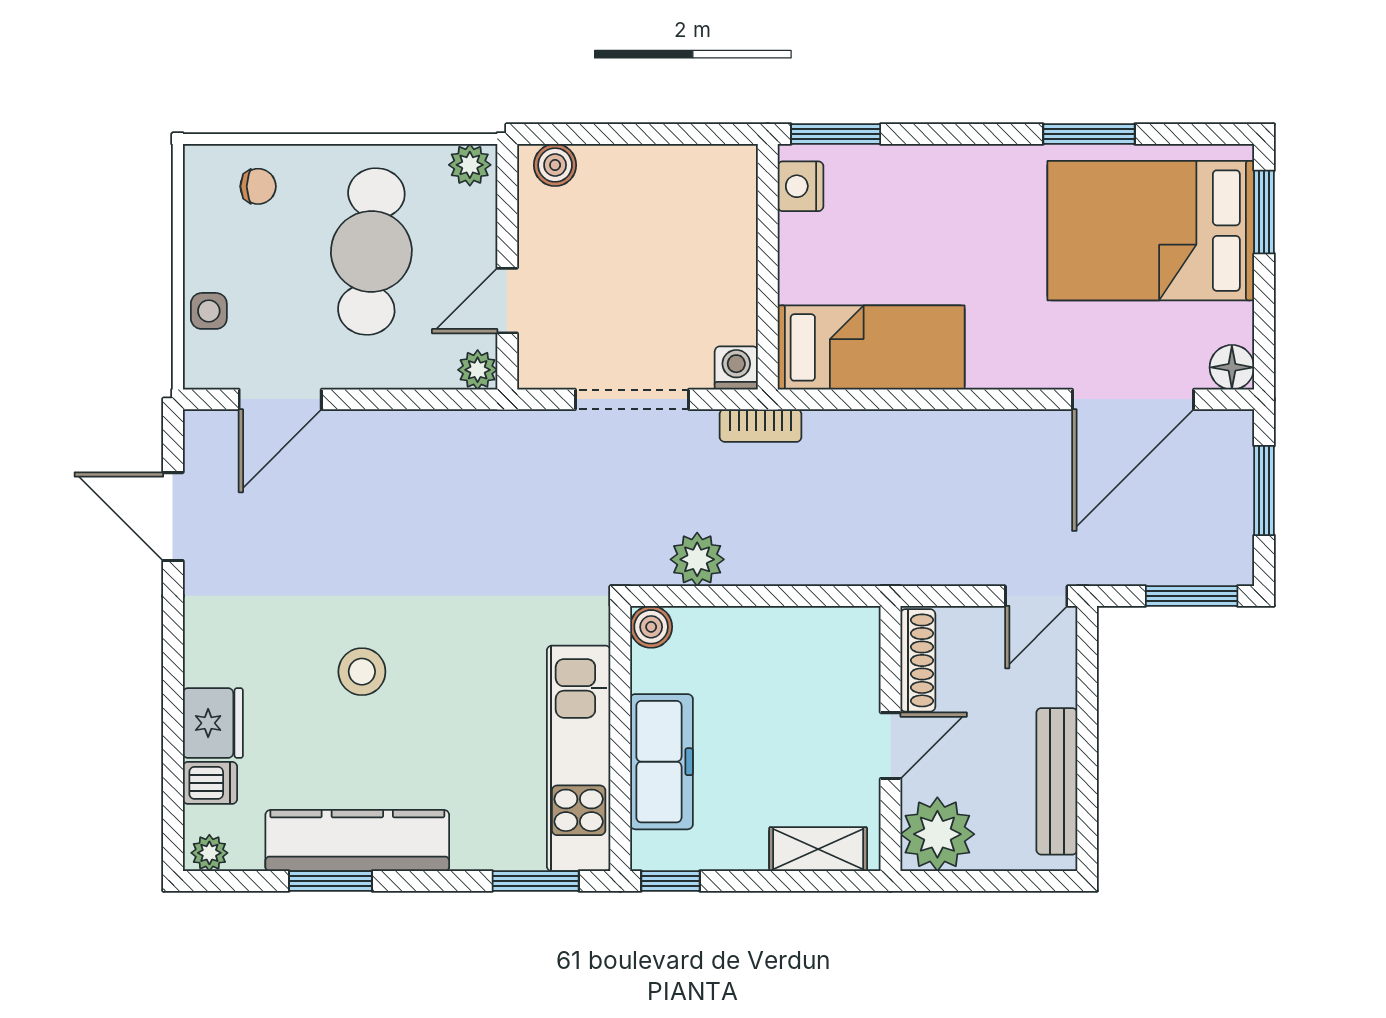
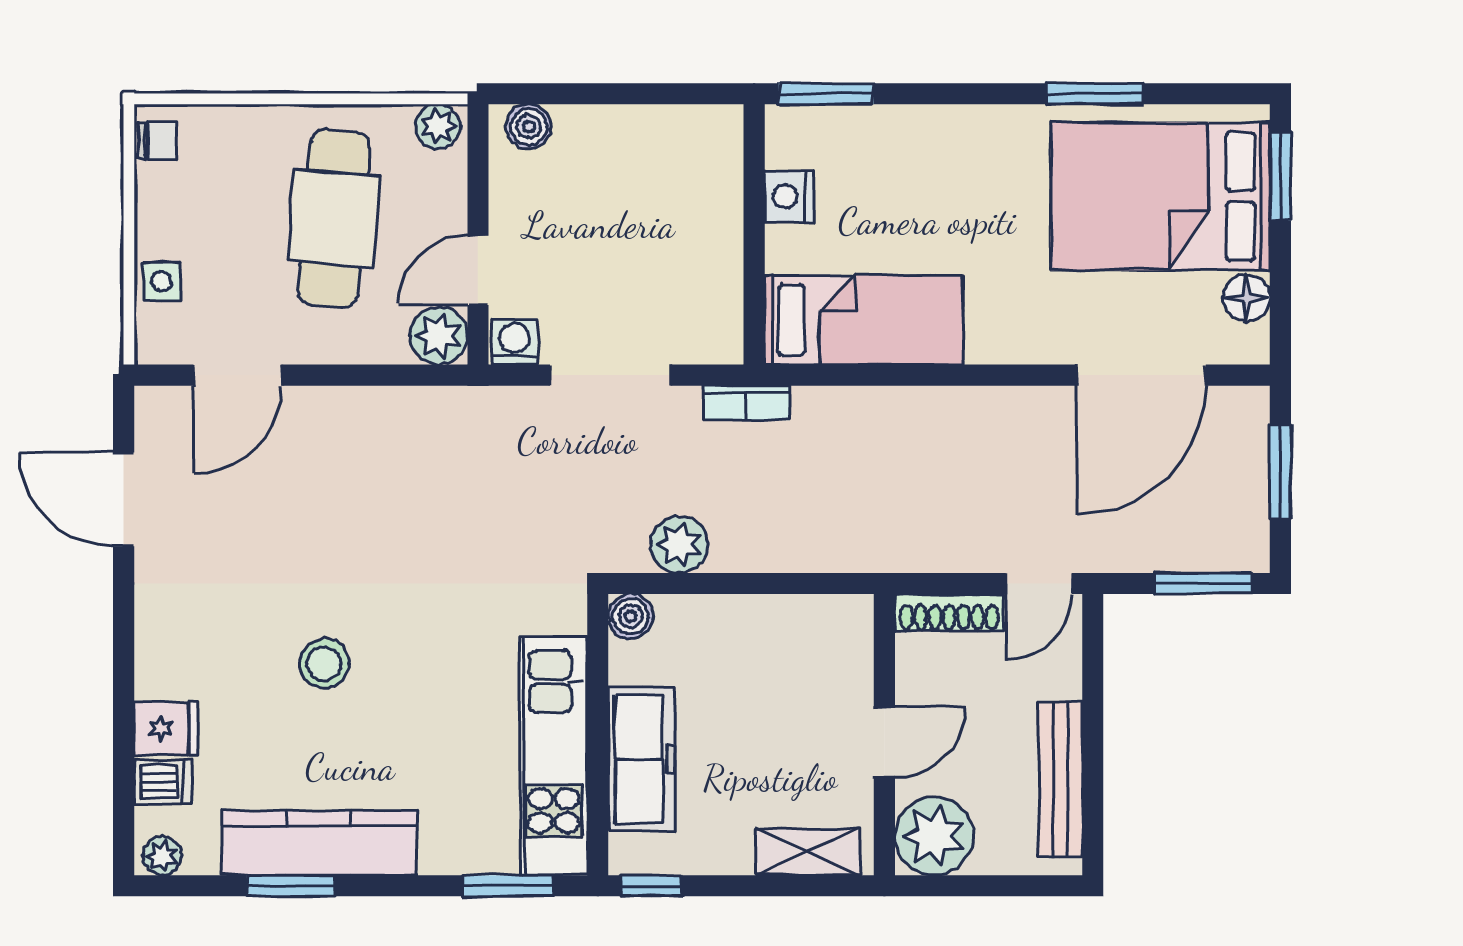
chair: (258, 186) -> (157, 141), moved
nightstand: (800, 186) -> (789, 196), moved
floor lamp: (1232, 367) -> (1246, 298), moved
washing machine: (736, 368) -> (515, 342), moved
plant: (478, 370) -> (439, 336), width x1.38, depth x1.38
shoe rack: (918, 660) -> (949, 612), moved, turned 90
fridge: (213, 723) -> (166, 728), width x0.72

